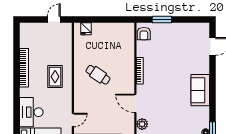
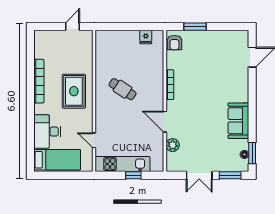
fridge: (86, 29) -> (146, 37), moved
rug: (55, 77) -> (74, 91), width x1.36, depth x1.43
sofa: (200, 90) -> (238, 121), moved
door: (73, 120) -> (94, 140), swing flipped

